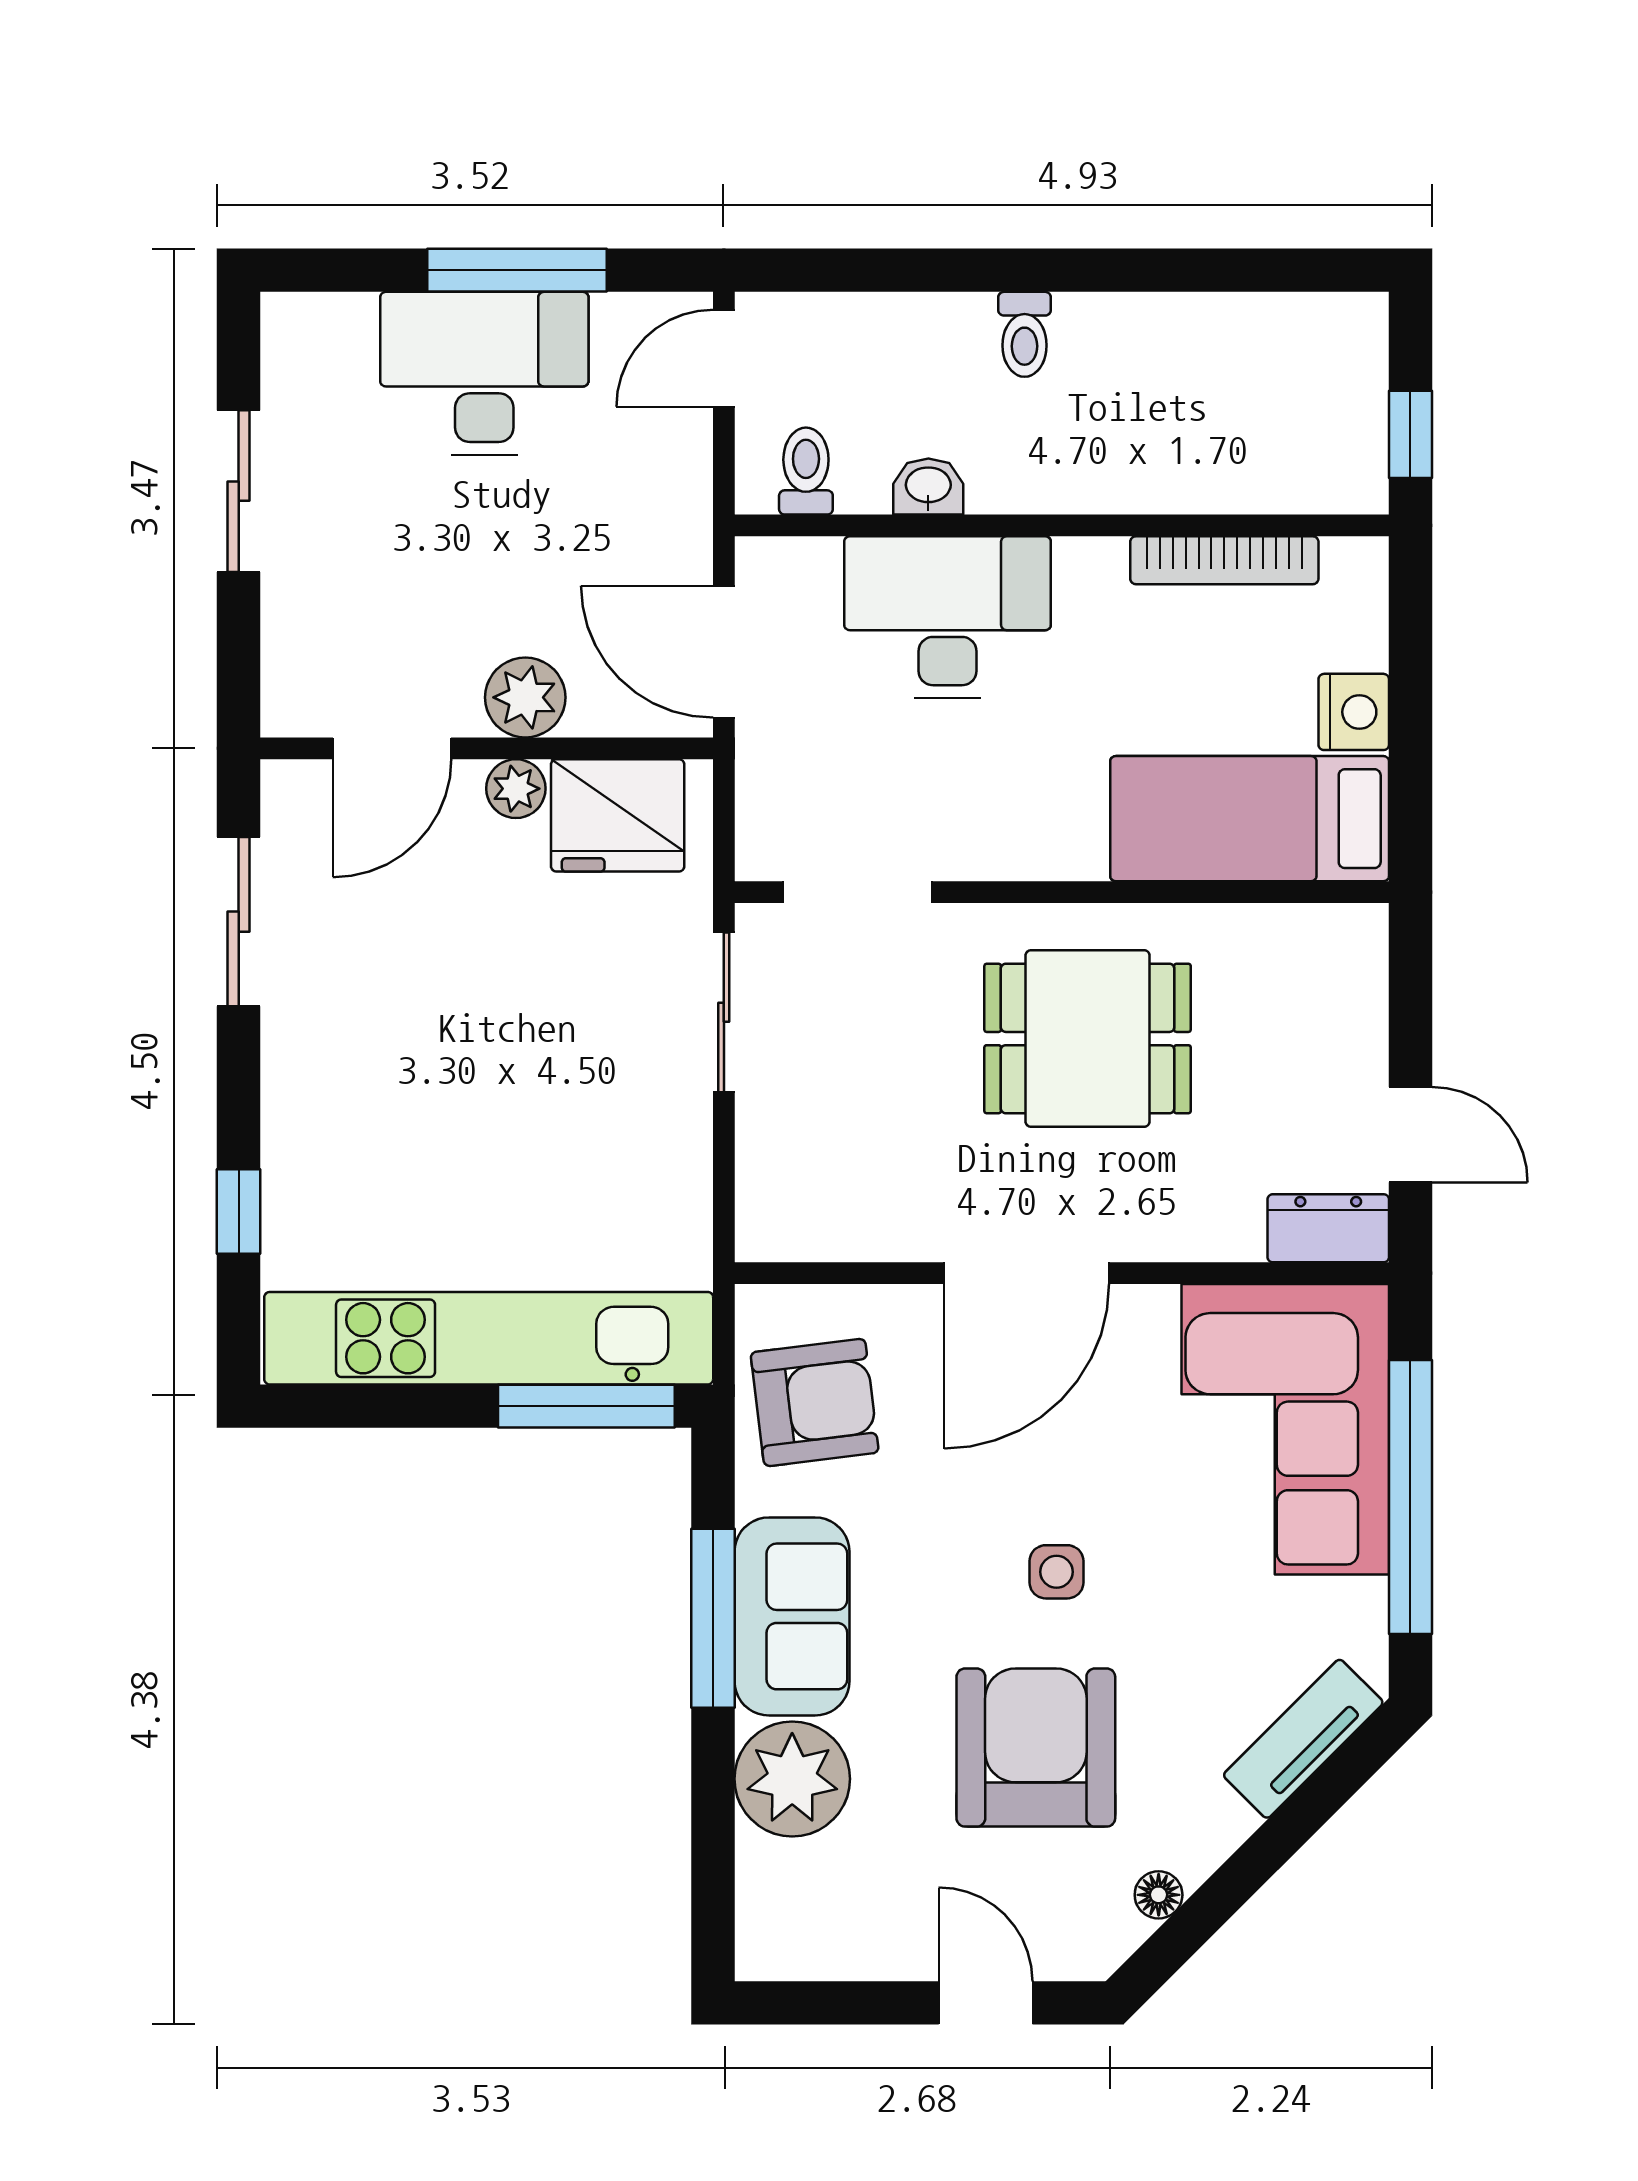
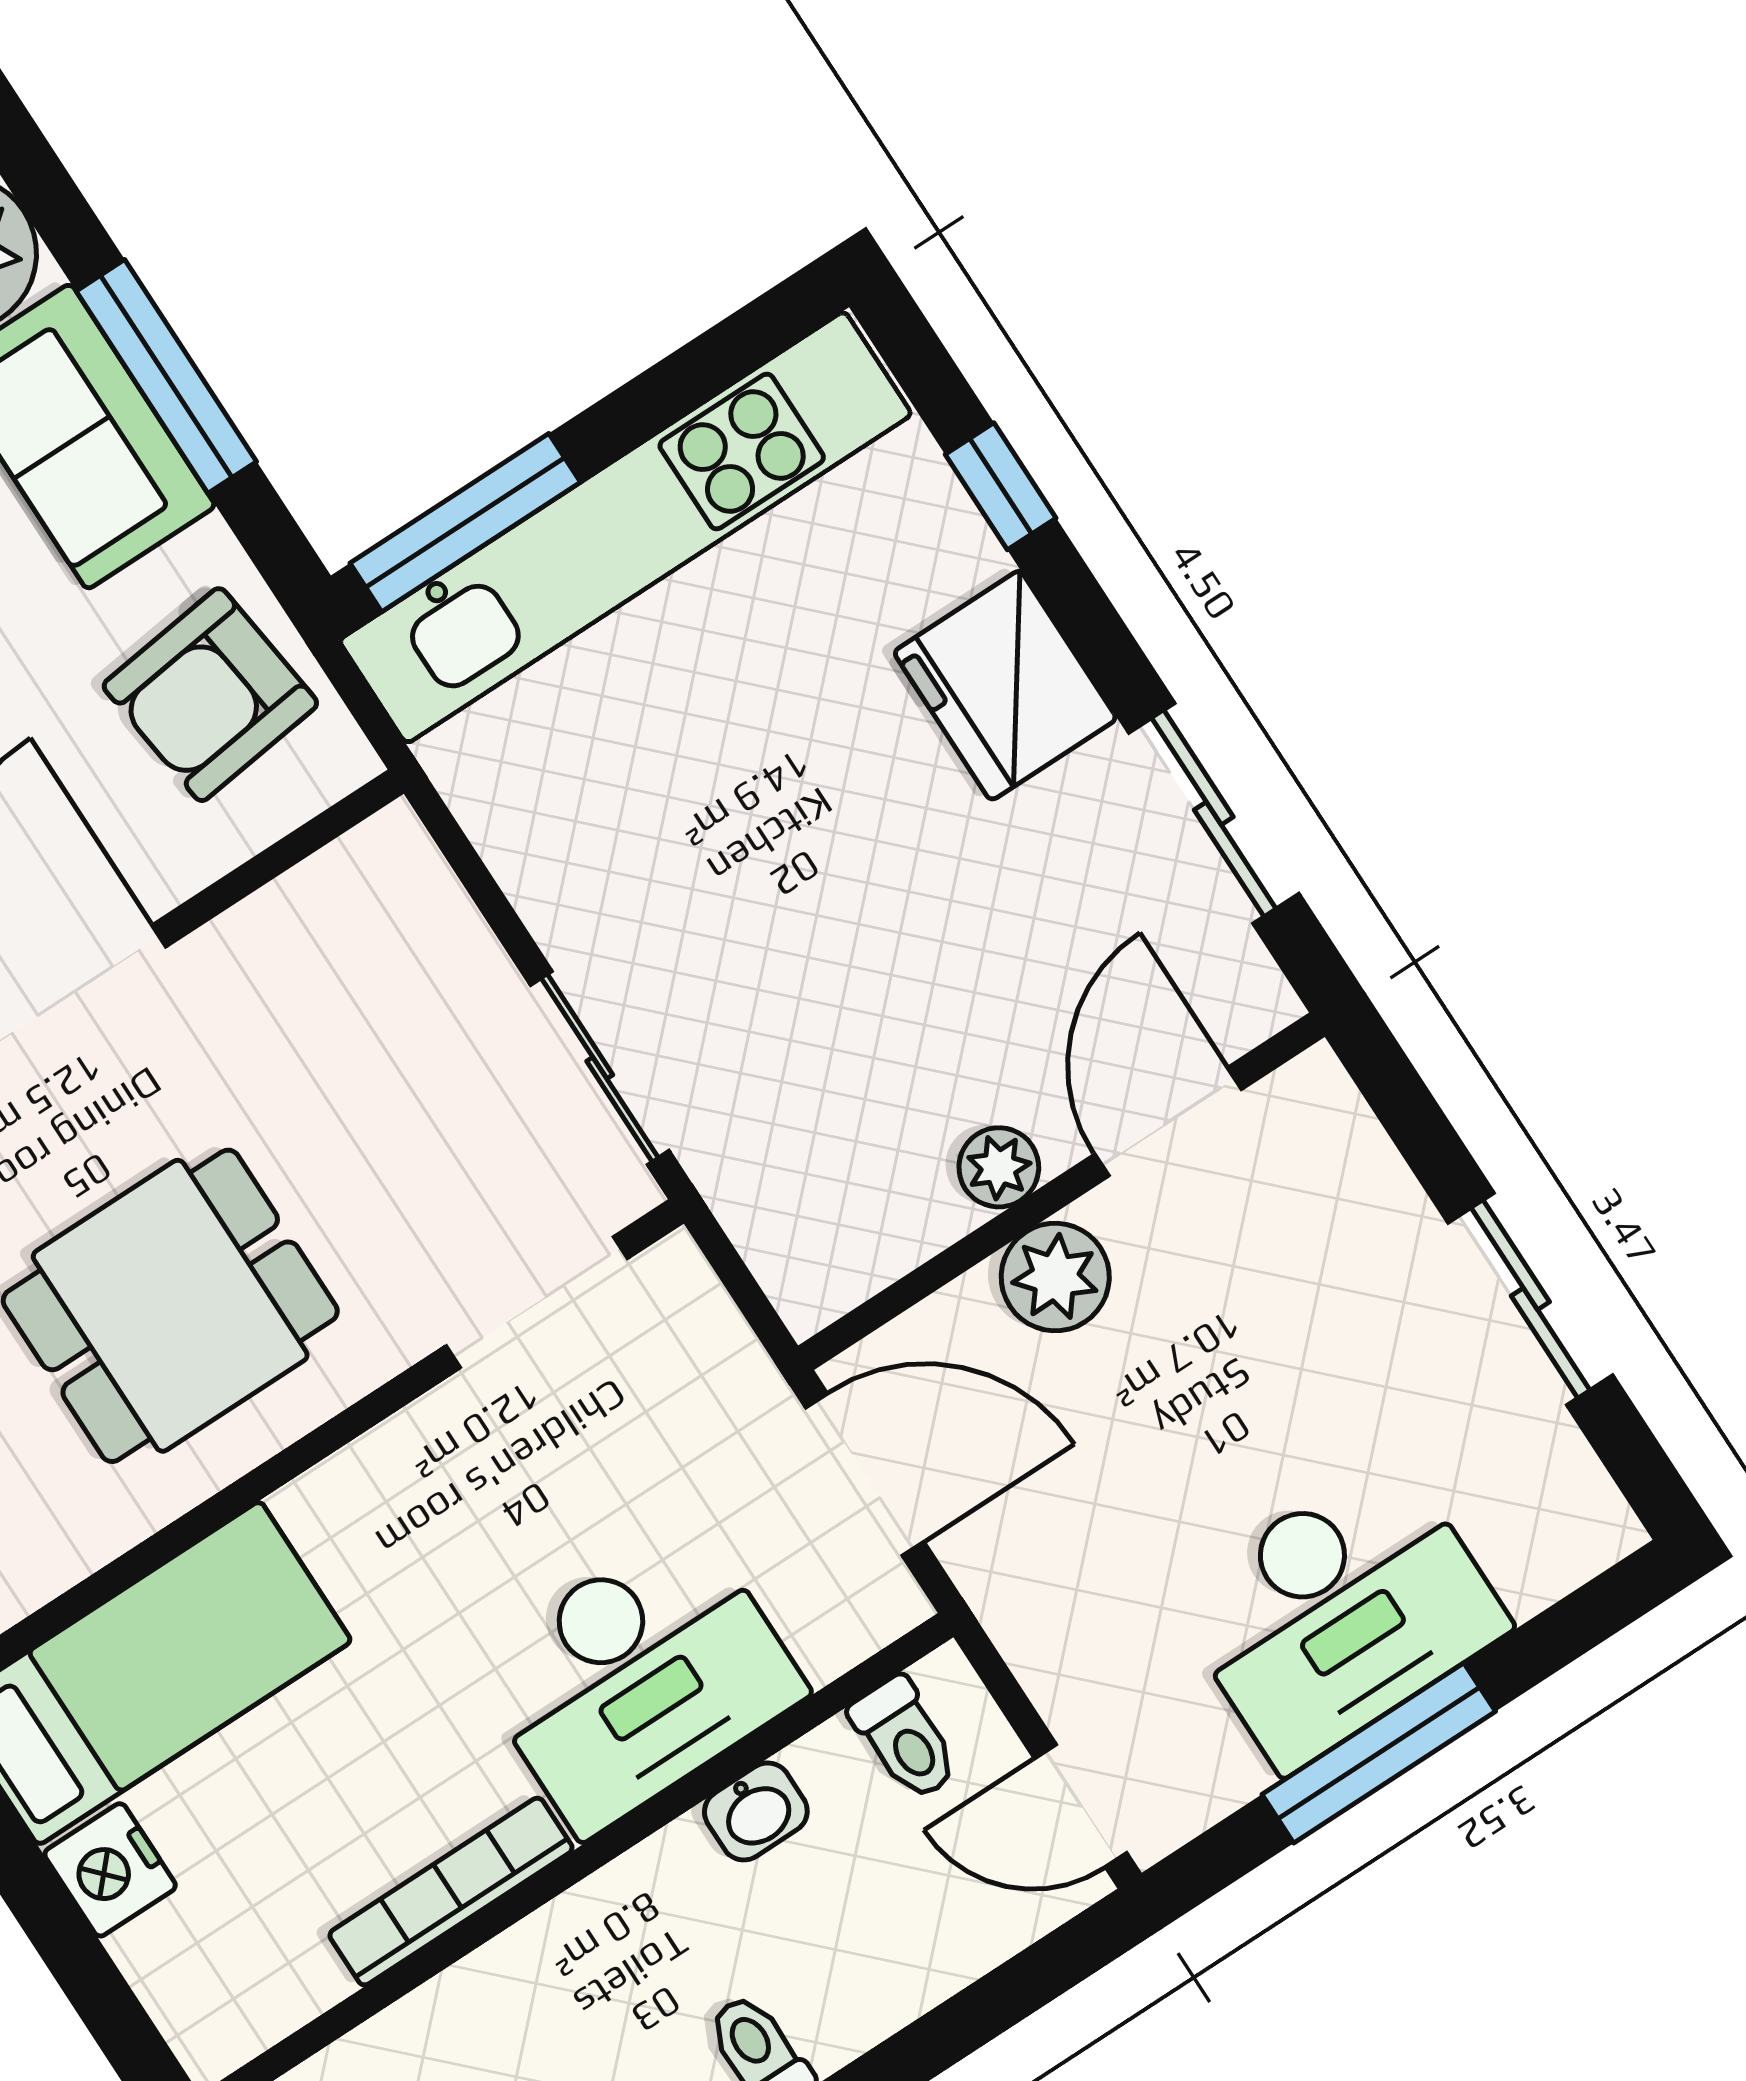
door: (724, 358) -> (1081, 1806), swing flipped
bookcase: (1224, 560) -> (451, 1892), moved
fridge: (618, 815) -> (1005, 685), moved, turned -90

